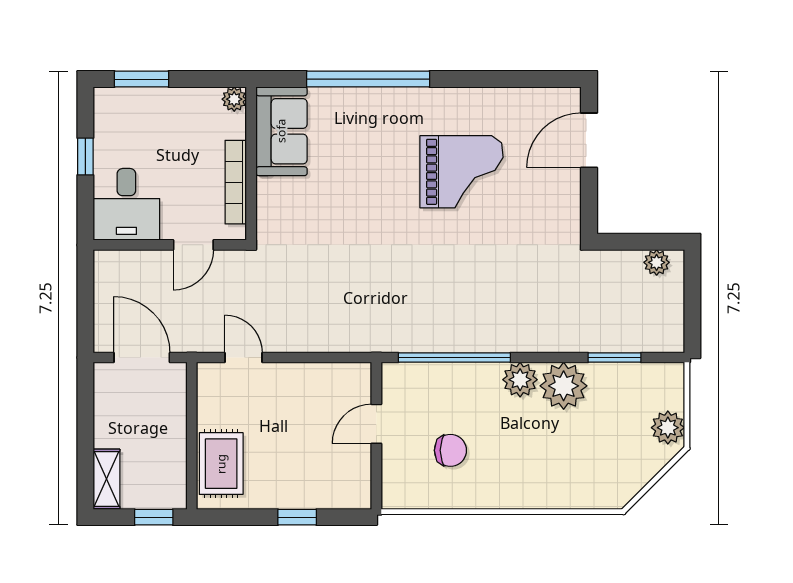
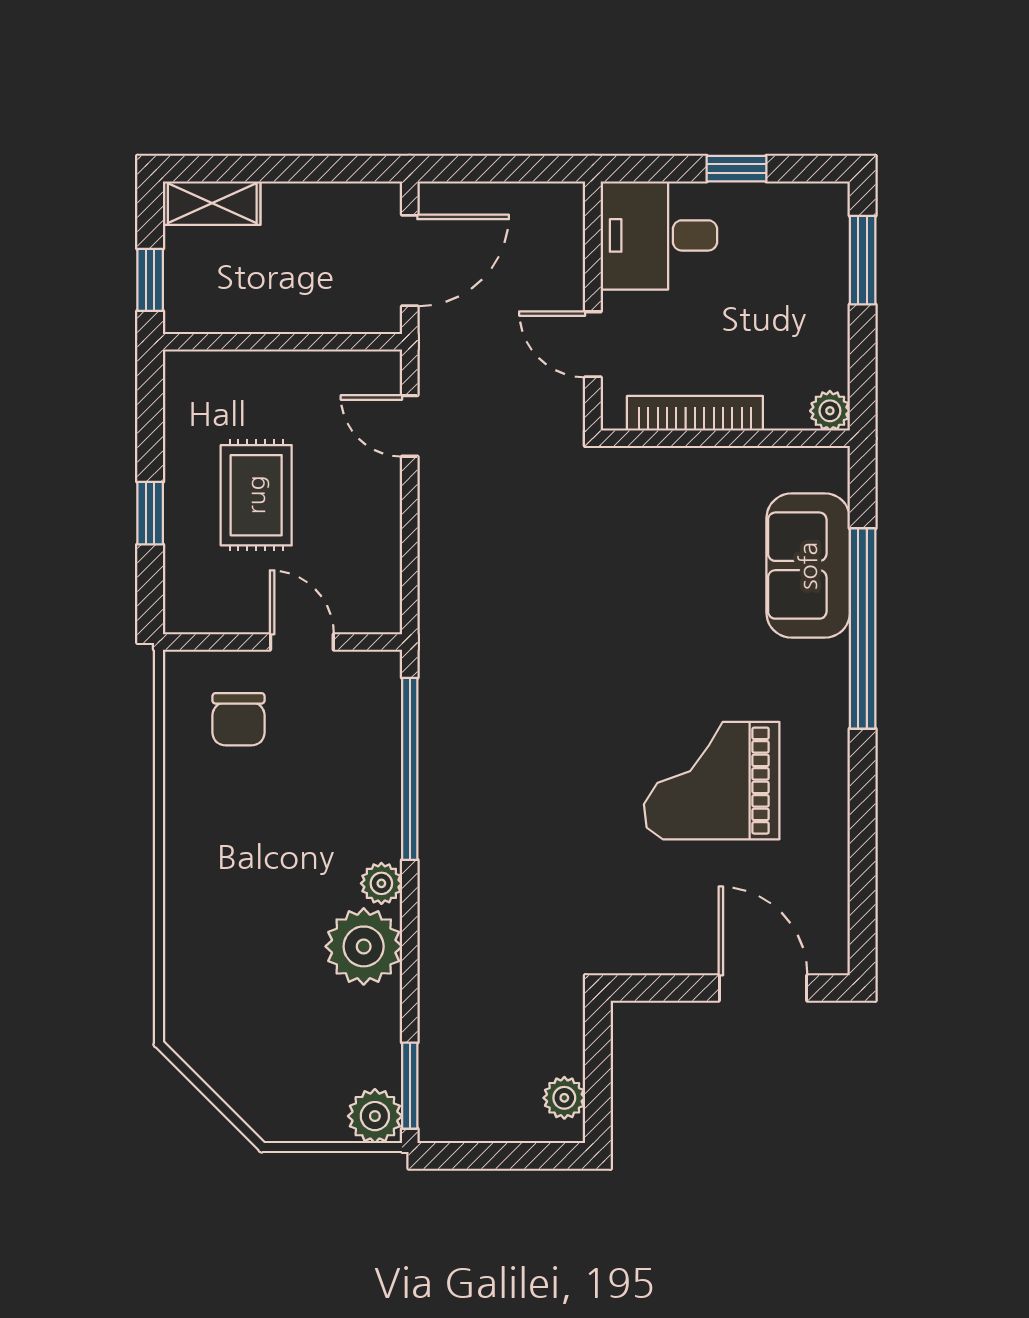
sofa: (281, 131) -> (808, 566), moved, turned 90
grand piano: (462, 172) -> (712, 781), turned 90
door: (243, 358) -> (410, 426), swing flipped
window: (614, 358) -> (410, 1086), moved
plant: (520, 380) -> (381, 883), width x0.73, depth x0.73
plant: (668, 428) -> (375, 1116), moved
chair: (450, 450) -> (238, 719), moved
rug: (221, 464) -> (256, 495), moved, turned 90

